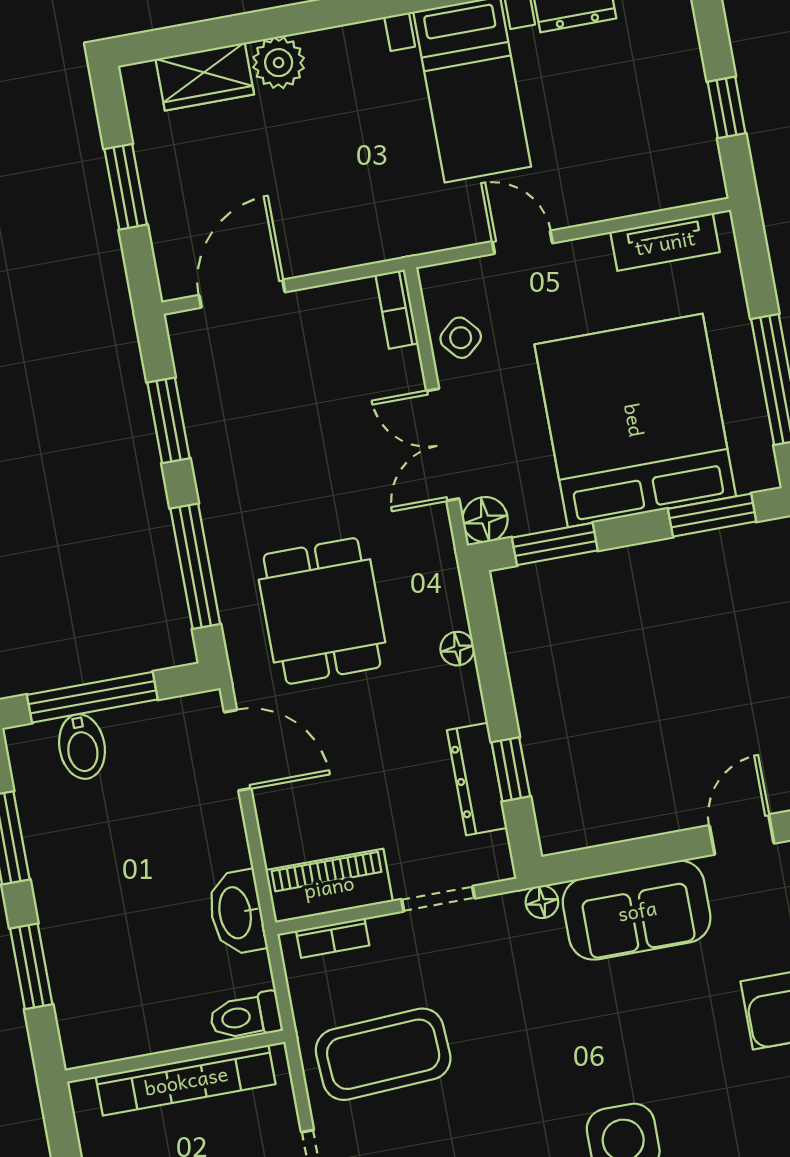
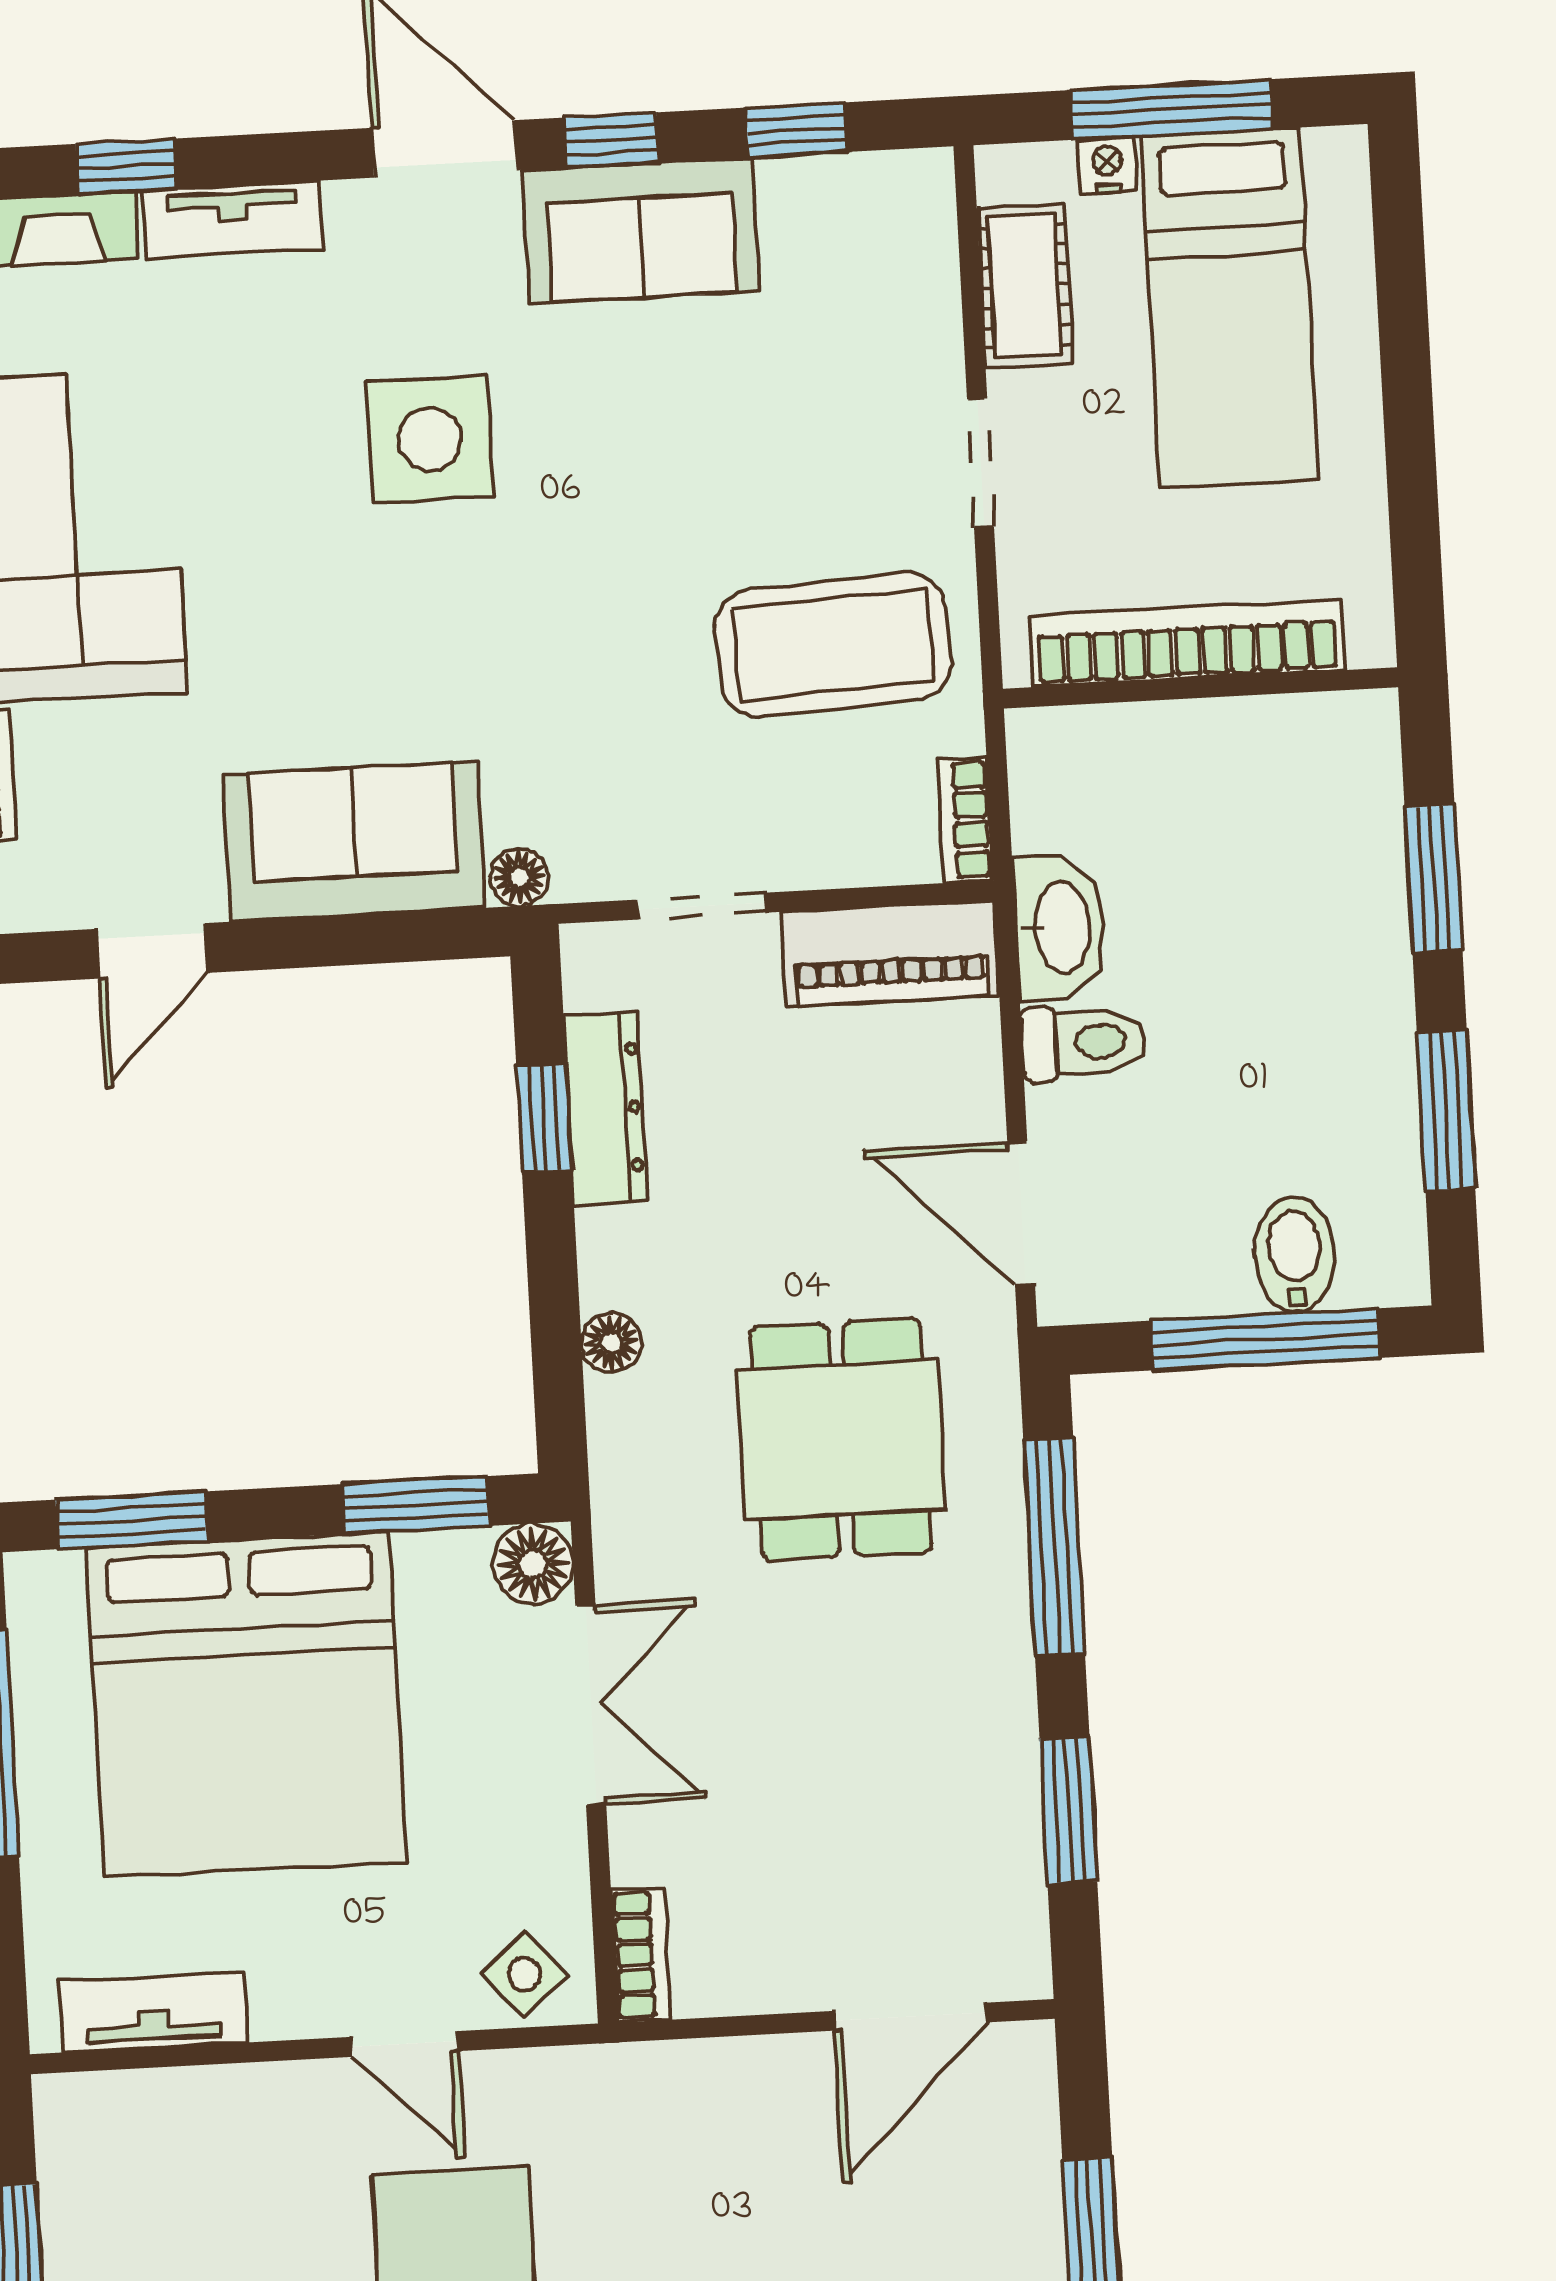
side table: (461, 338) -> (524, 1974), moved
bookcase: (333, 938) -> (965, 820), moved, turned -90
toilet: (246, 1016) -> (1083, 1042), moved

